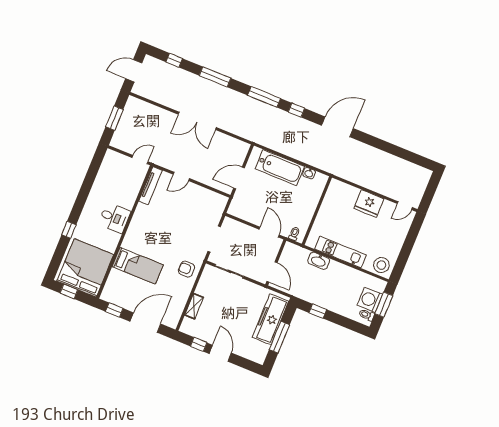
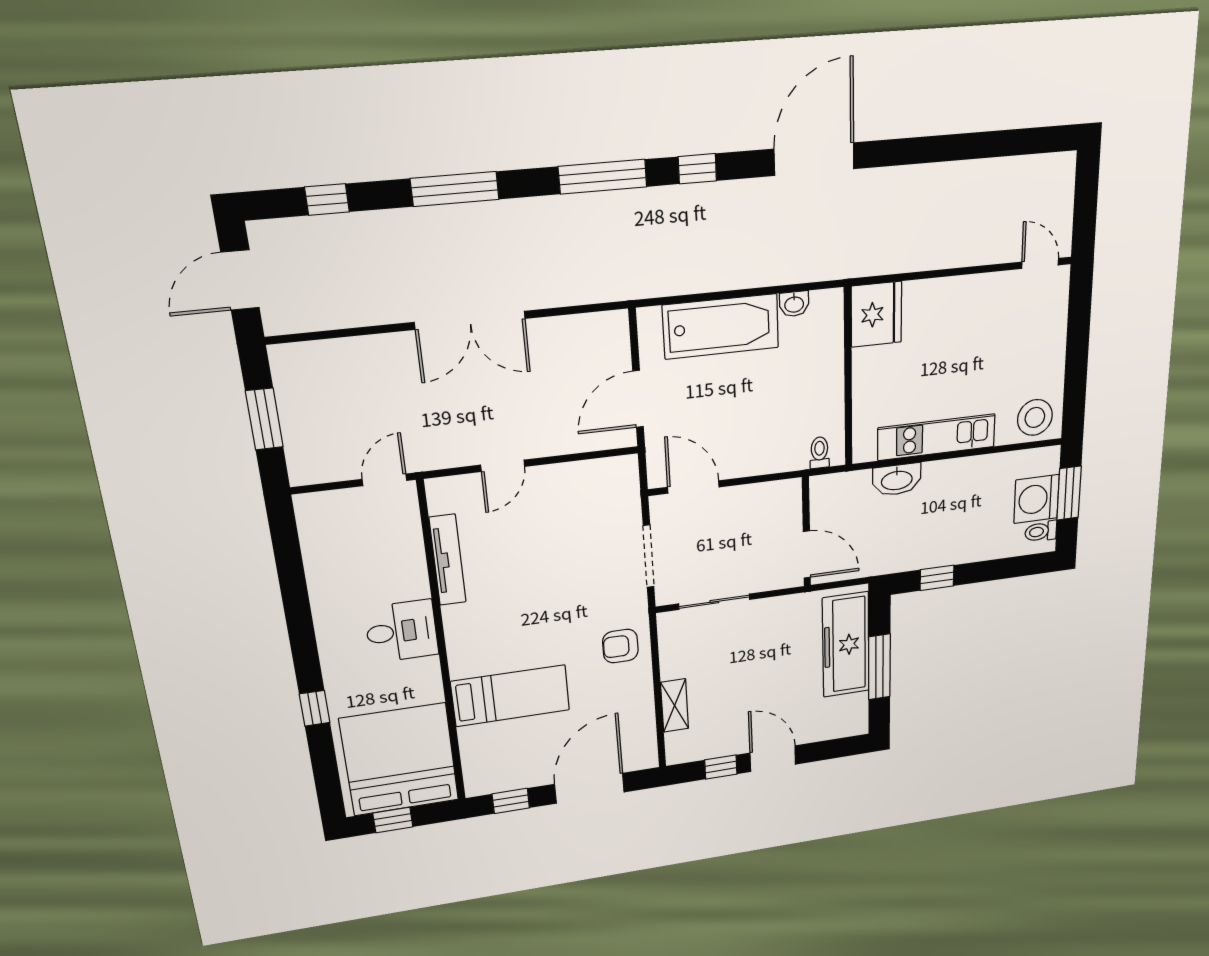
tv unit: (150, 186) -> (448, 560), moved
fridge: (369, 204) -> (876, 314), moved, turned -90
door: (405, 206) -> (1040, 263), swing flipped
door: (269, 232) -> (693, 487), moved

